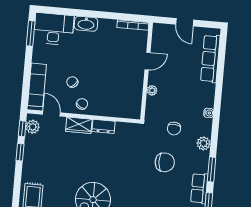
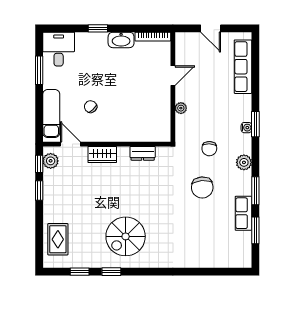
window: (85, 13) -> (98, 28), added
washbasin: (86, 24) -> (121, 40), moved
desk: (54, 29) -> (59, 49), width x0.73
window: (31, 33) -> (39, 70), moved
chair: (82, 104) -> (104, 130), removed
window: (217, 111) -> (255, 124), added
dresser: (104, 126) -> (143, 153), moved
chair: (165, 162) -> (202, 187), turned 88

